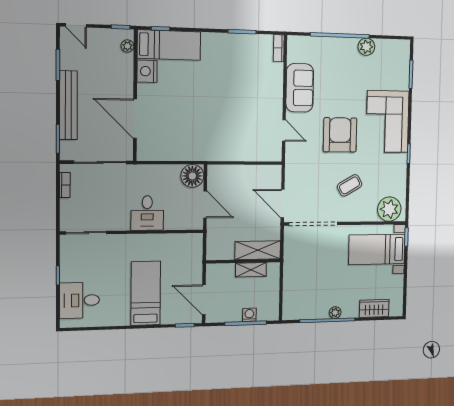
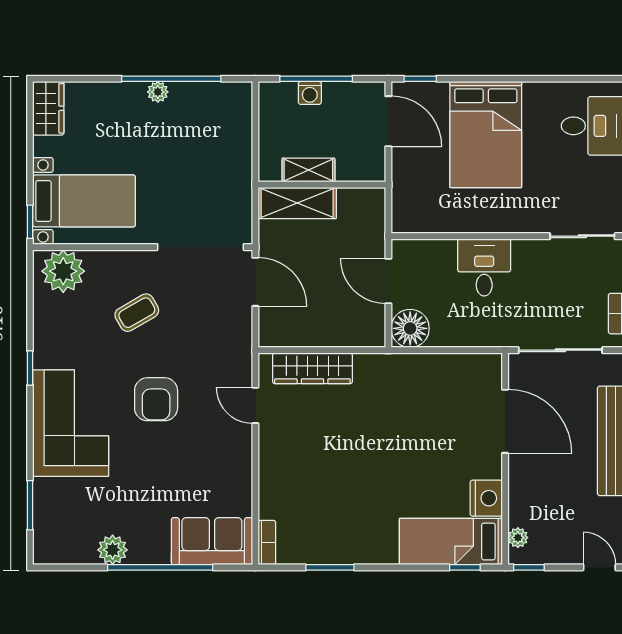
sofa: (300, 88) -> (212, 541), moved, turned 90
armchair: (340, 135) -> (156, 399), width x0.73, depth x0.73
wardrobe: (250, 152) -> (312, 368), added
bed: (146, 293) -> (486, 135), width x1.50
wardrobe: (374, 308) -> (48, 108), moved, turned -90

